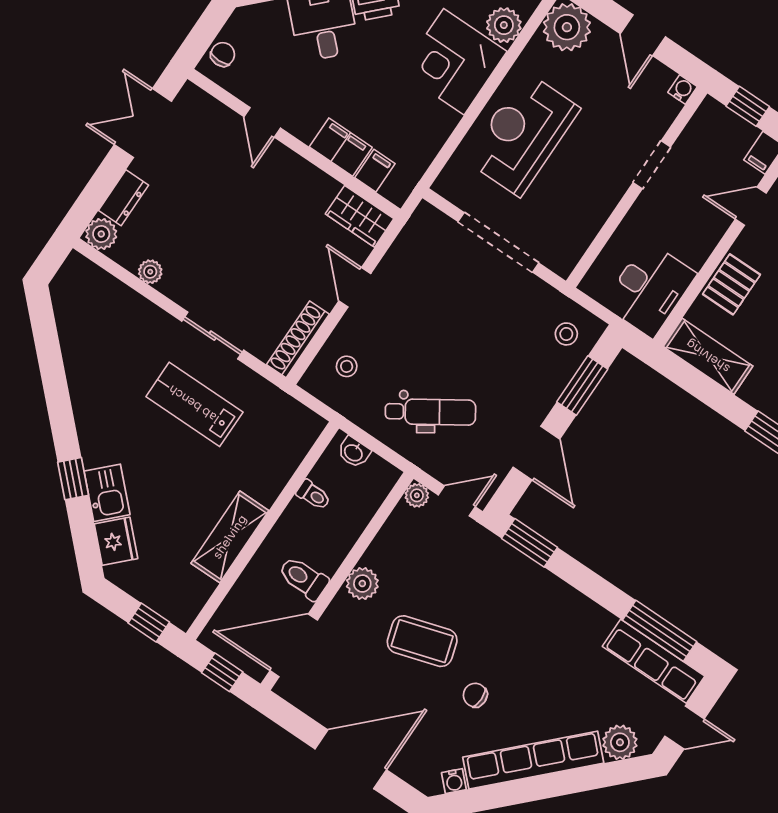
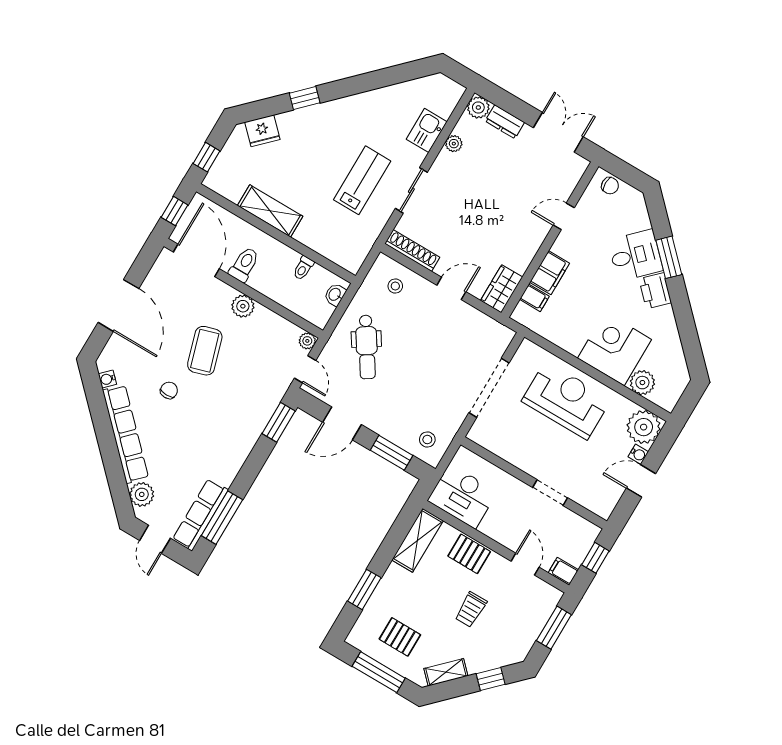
water cooler: (683, 90) -> (638, 454), moved
kitchen sink: (107, 493) -> (427, 130), moved, turned 135

